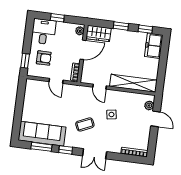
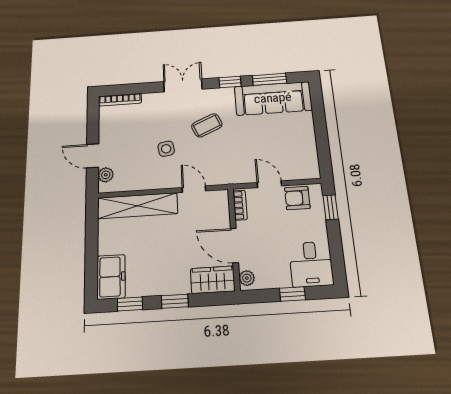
door: (83, 50) -> (234, 245), hinge flipped
armchair: (44, 58) -> (297, 198), moved

